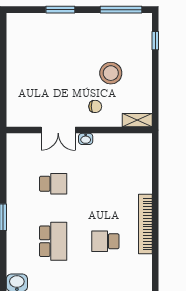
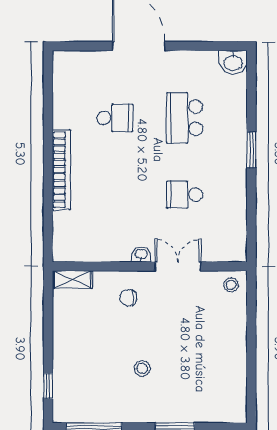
stool: (111, 73) -> (142, 368), moved, width x0.53, depth x0.53
stool: (18, 116) -> (231, 285), added
bookcase: (145, 224) -> (61, 170), moved

